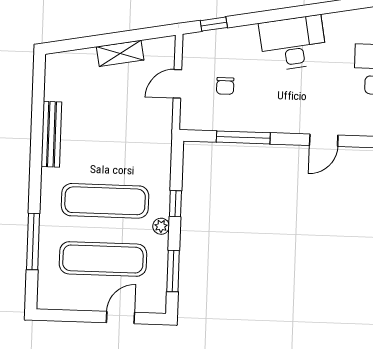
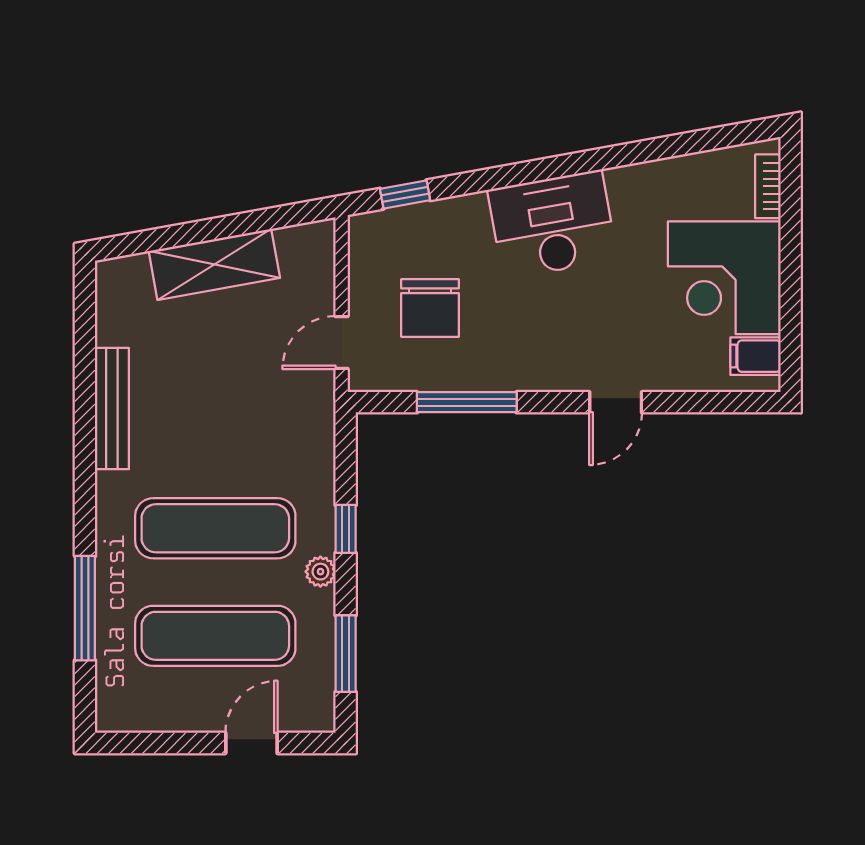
shelving: (120, 53) -> (214, 264), width x1.50, depth x1.33
door: (177, 84) -> (342, 343), moved
chair: (225, 86) -> (430, 308), width x1.87, depth x1.87

